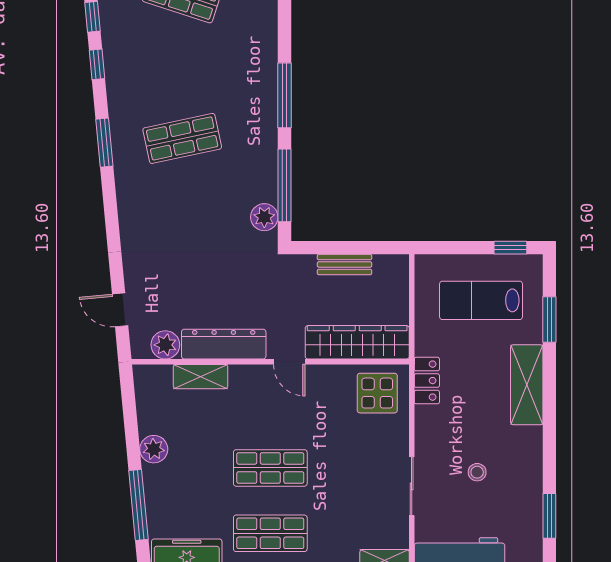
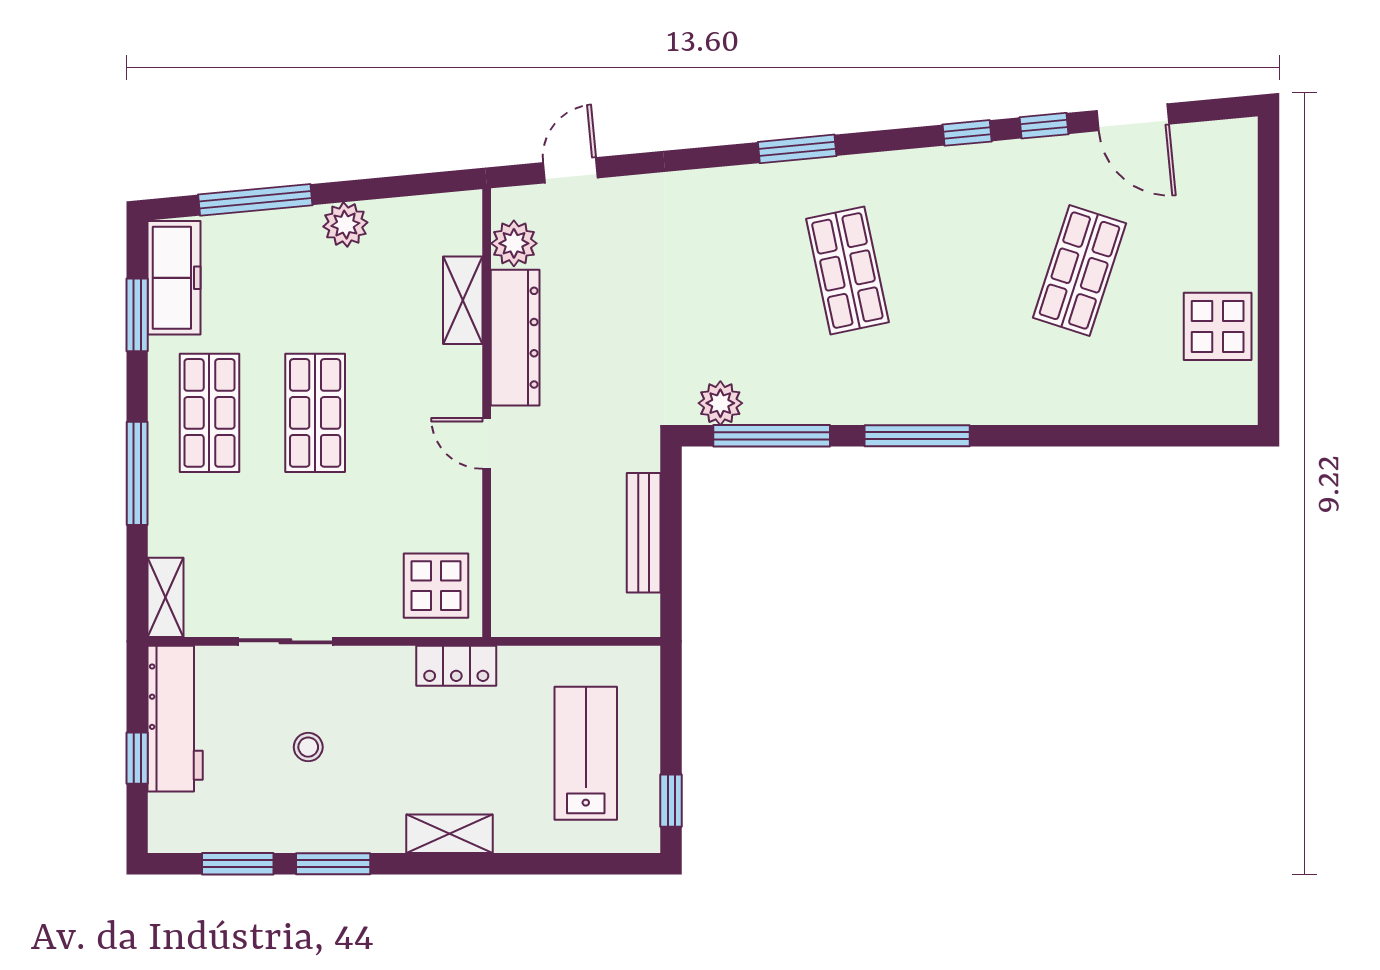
window: (104, 143) -> (797, 149), moved
bench: (344, 265) -> (644, 533), width x1.36
window: (549, 320) -> (333, 864), moved
wardrobe: (357, 342) -> (518, 553), removed
door: (289, 362) -> (487, 443), hinge flipped
shelving: (527, 385) -> (449, 834), width x0.67, depth x0.75

